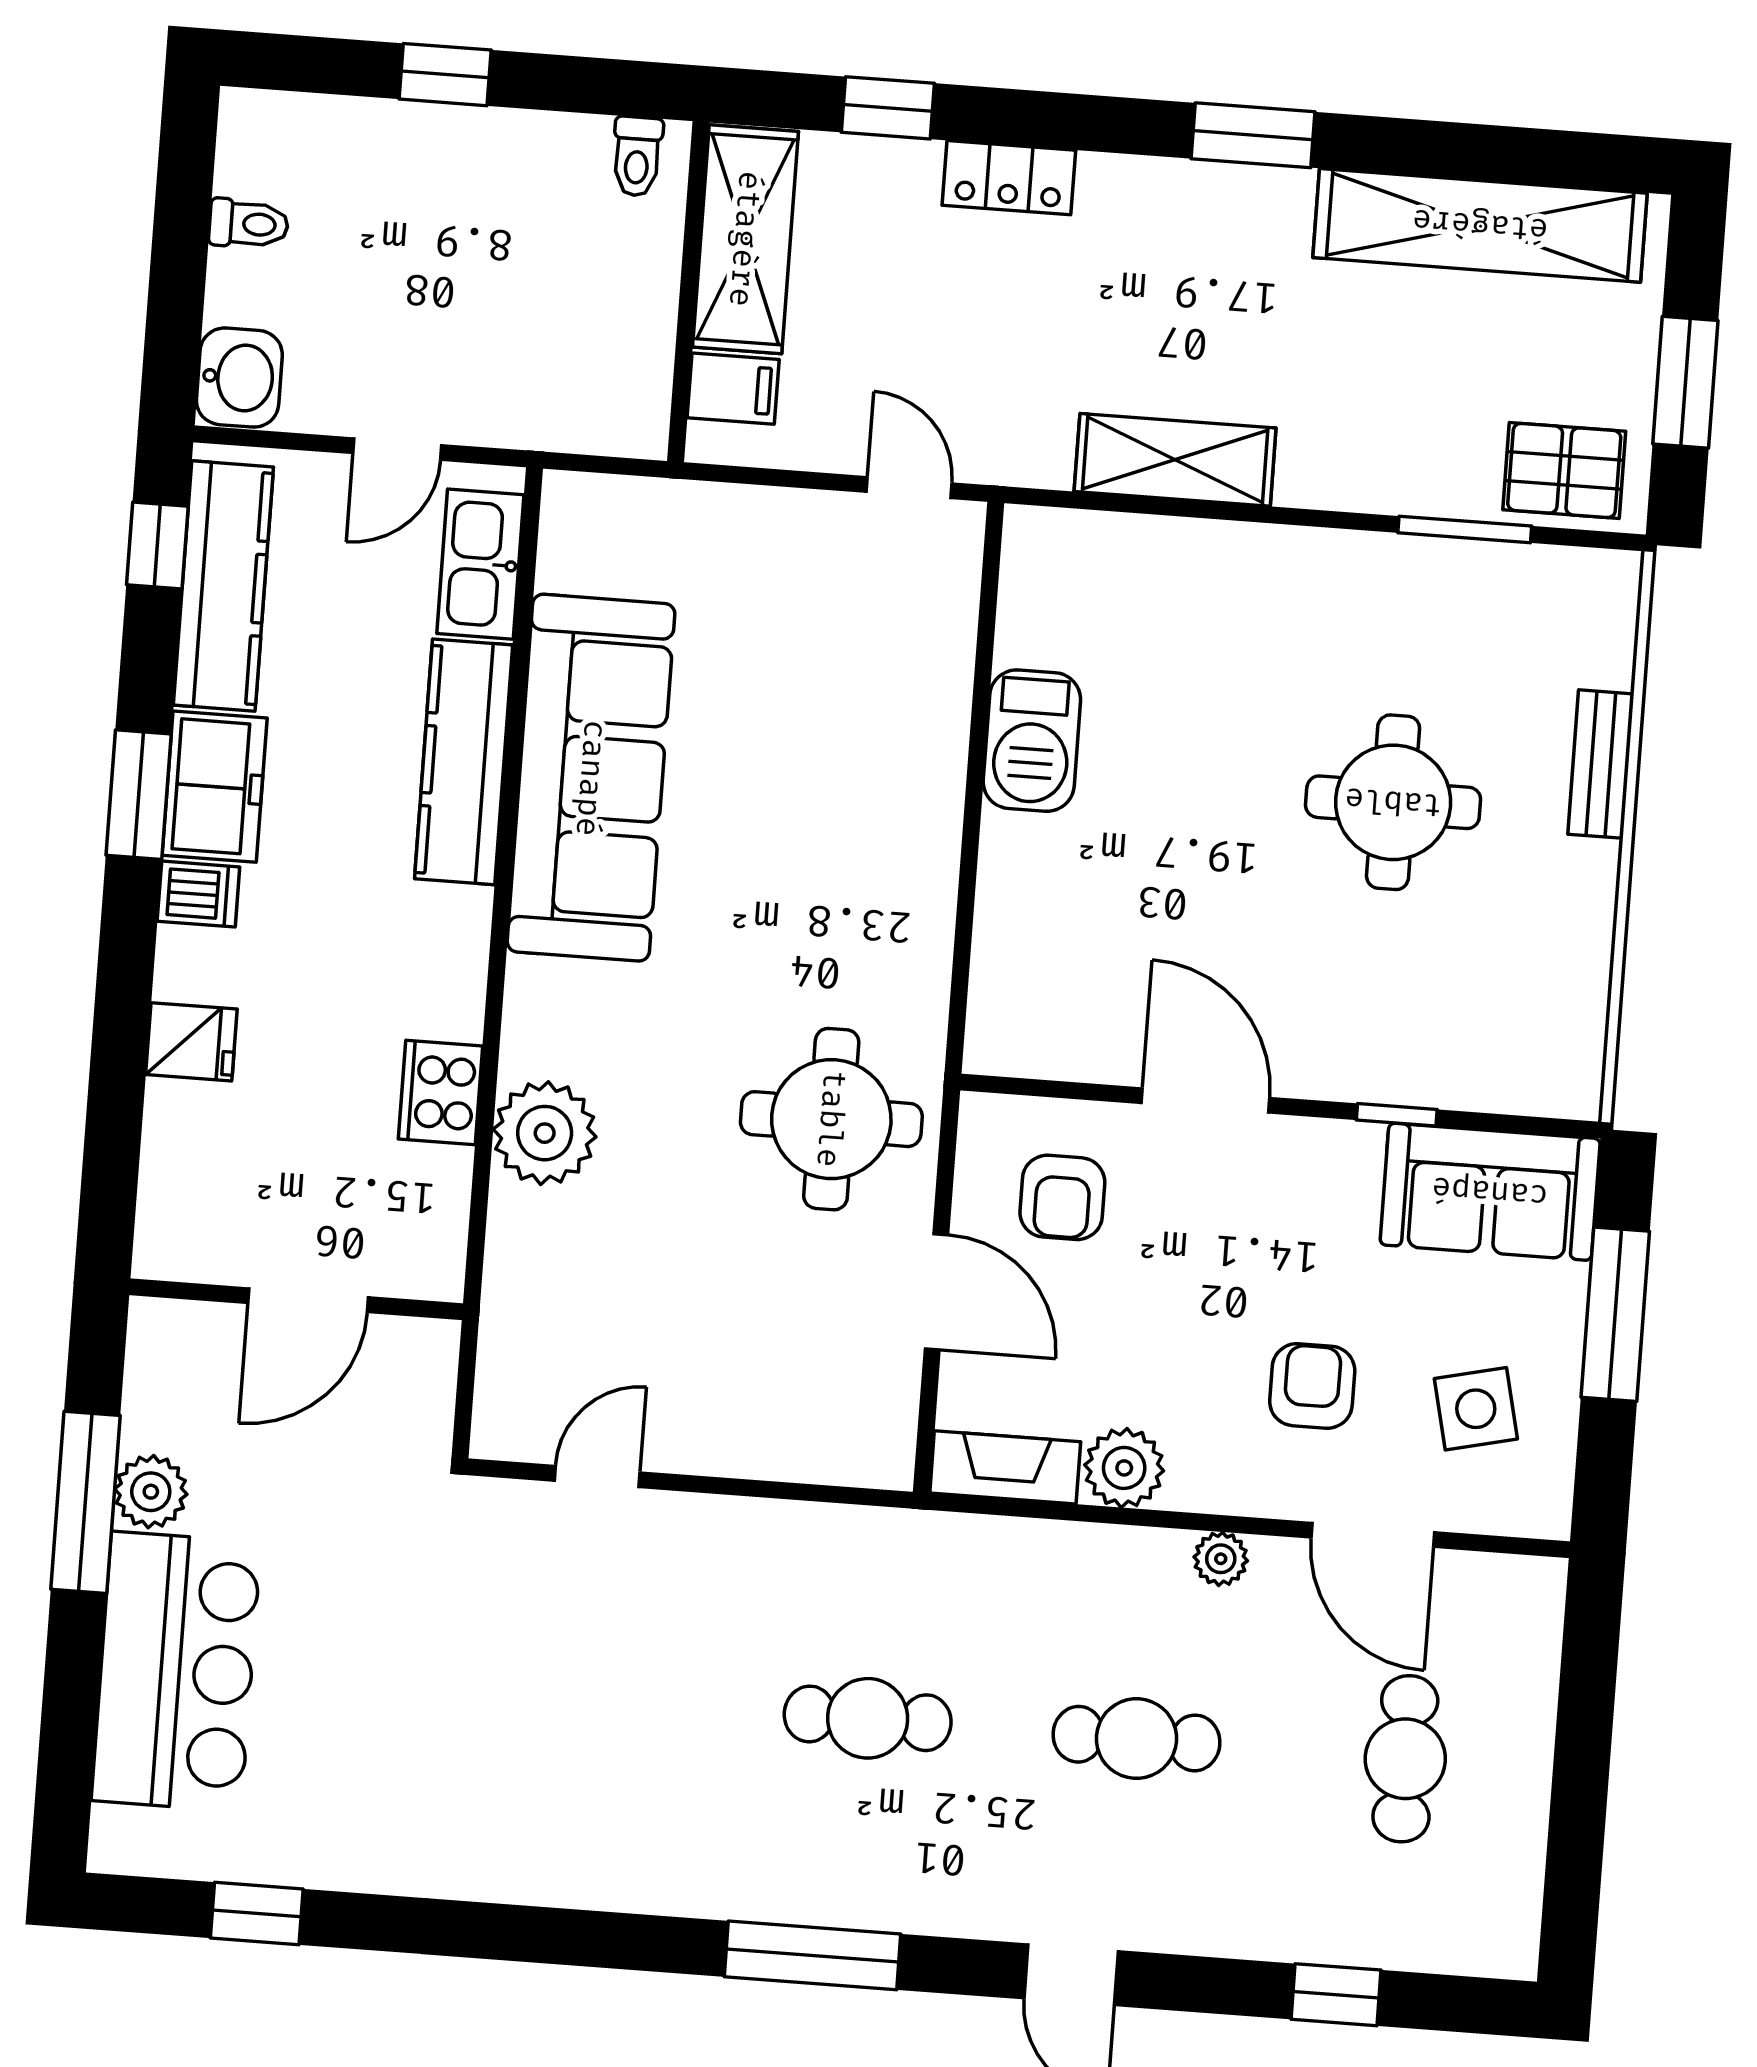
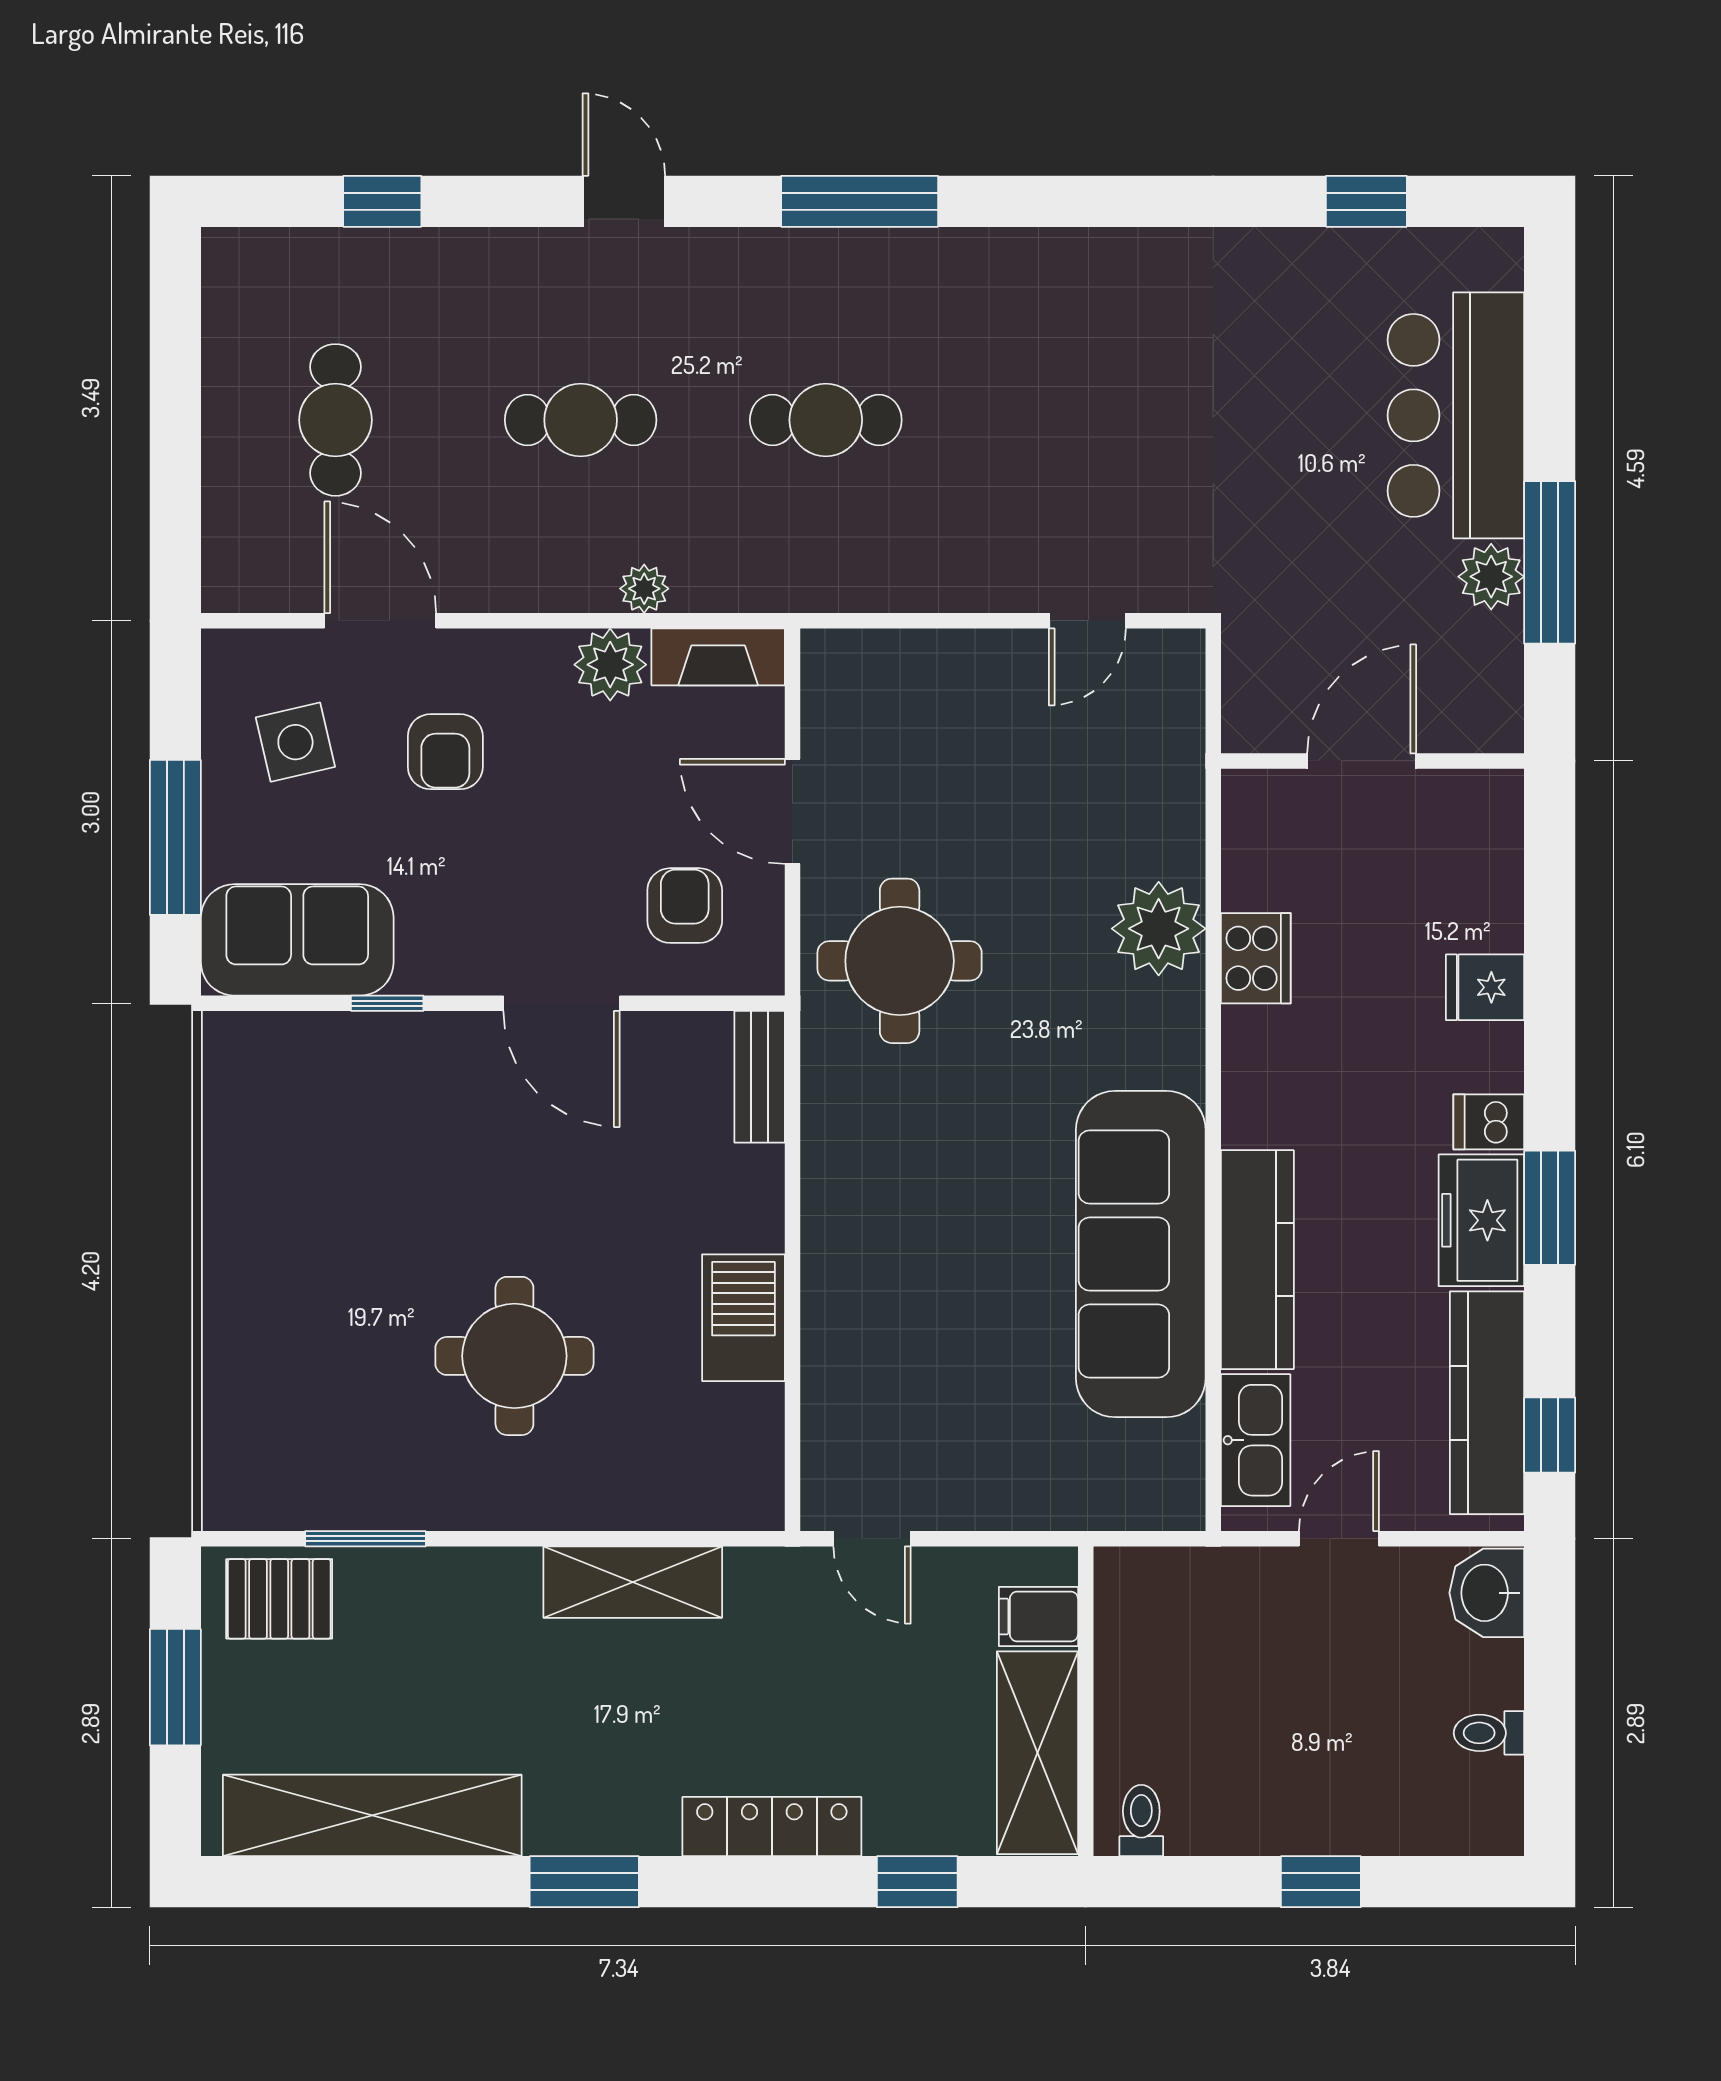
locker: (1009, 178) -> (772, 1827), width x1.53
bench: (1601, 764) -> (760, 1077), moved
round table: (1393, 802) -> (514, 1356), moved
plant: (1221, 1559) -> (644, 589), moved

